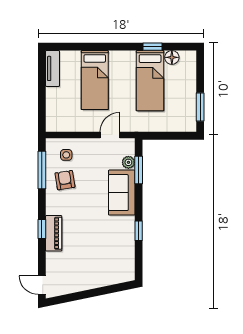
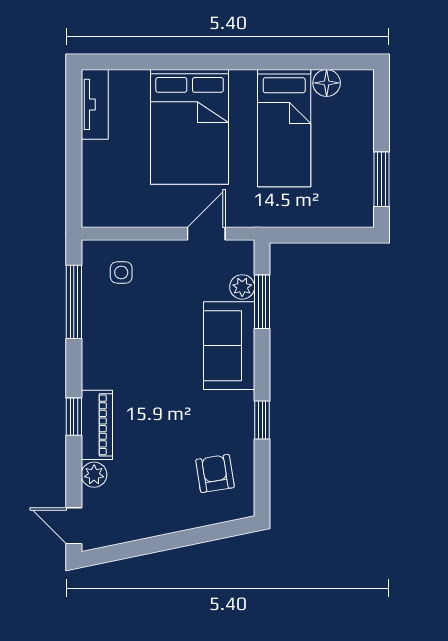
window: (152, 47) -> (289, 62), removed
bed: (95, 80) -> (190, 127), width x1.50
armchair: (65, 180) -> (215, 473), moved
plant: (52, 259) -> (94, 475), added

